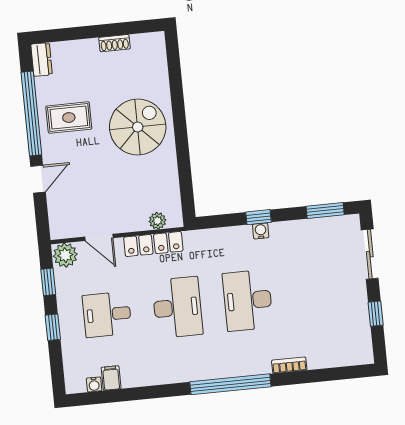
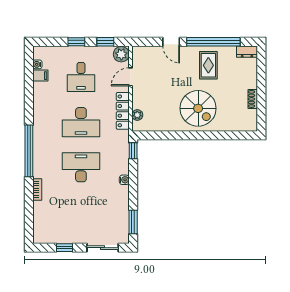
window: (259, 217) -> (133, 151), moved
desk: (107, 314) -> (81, 77), turned 180

